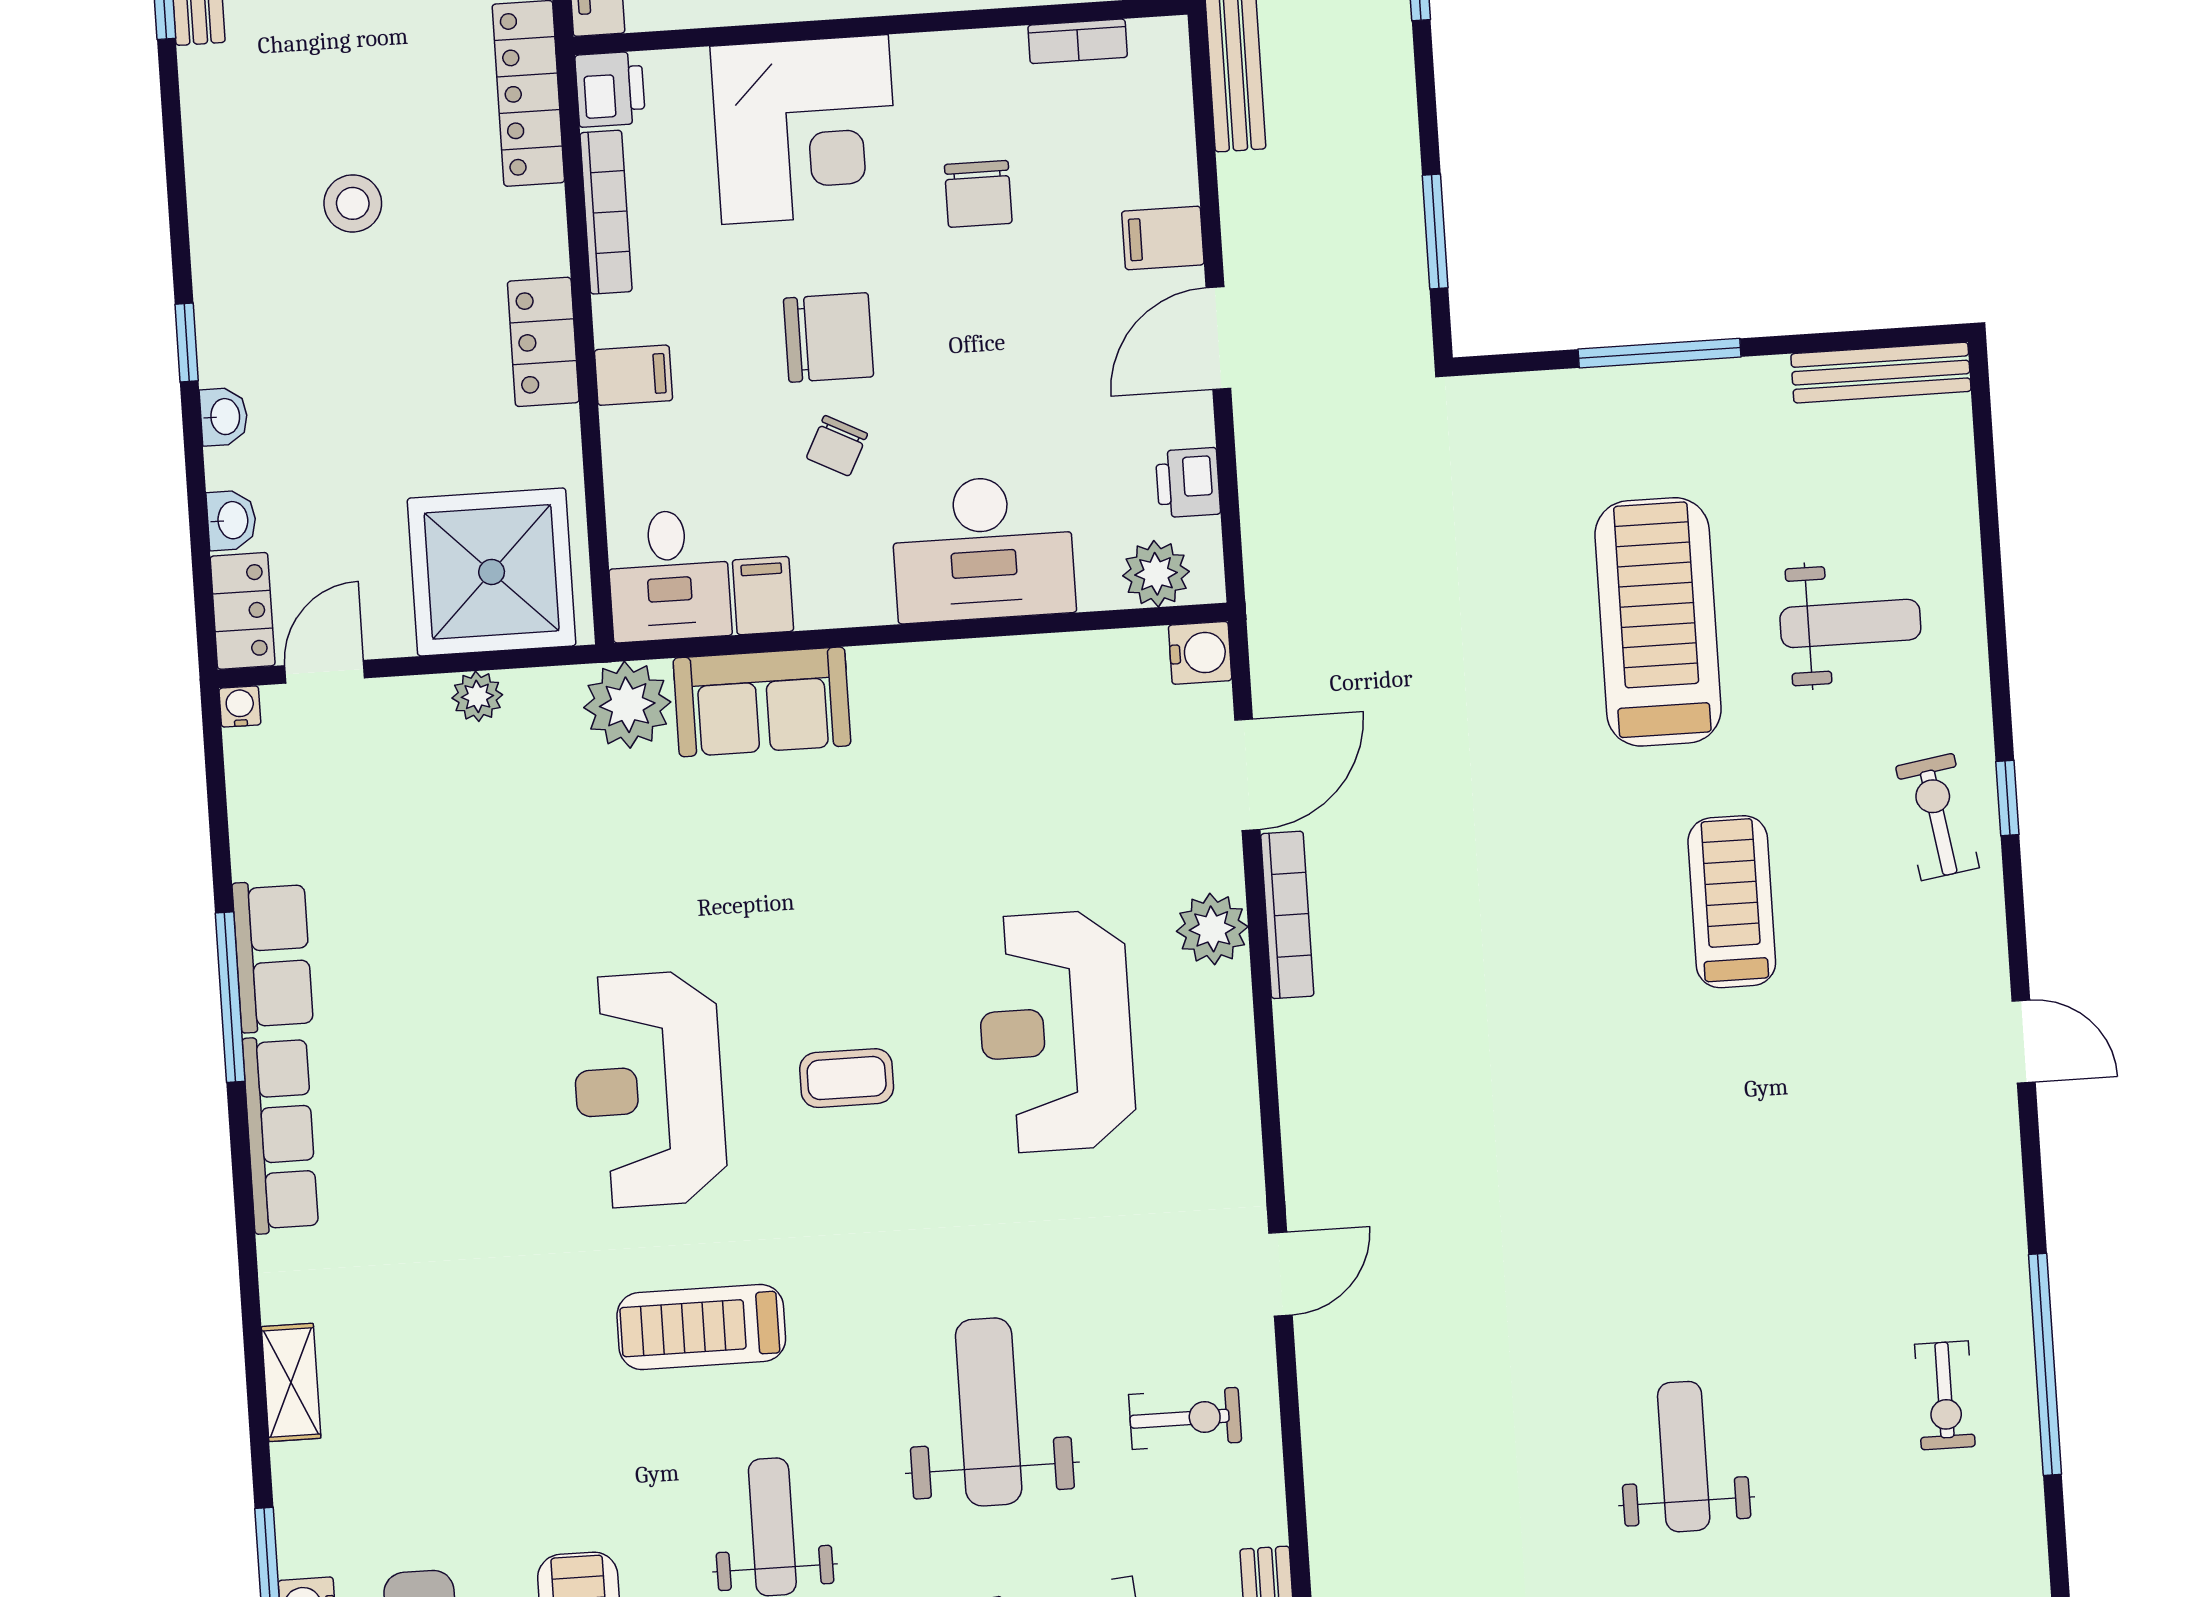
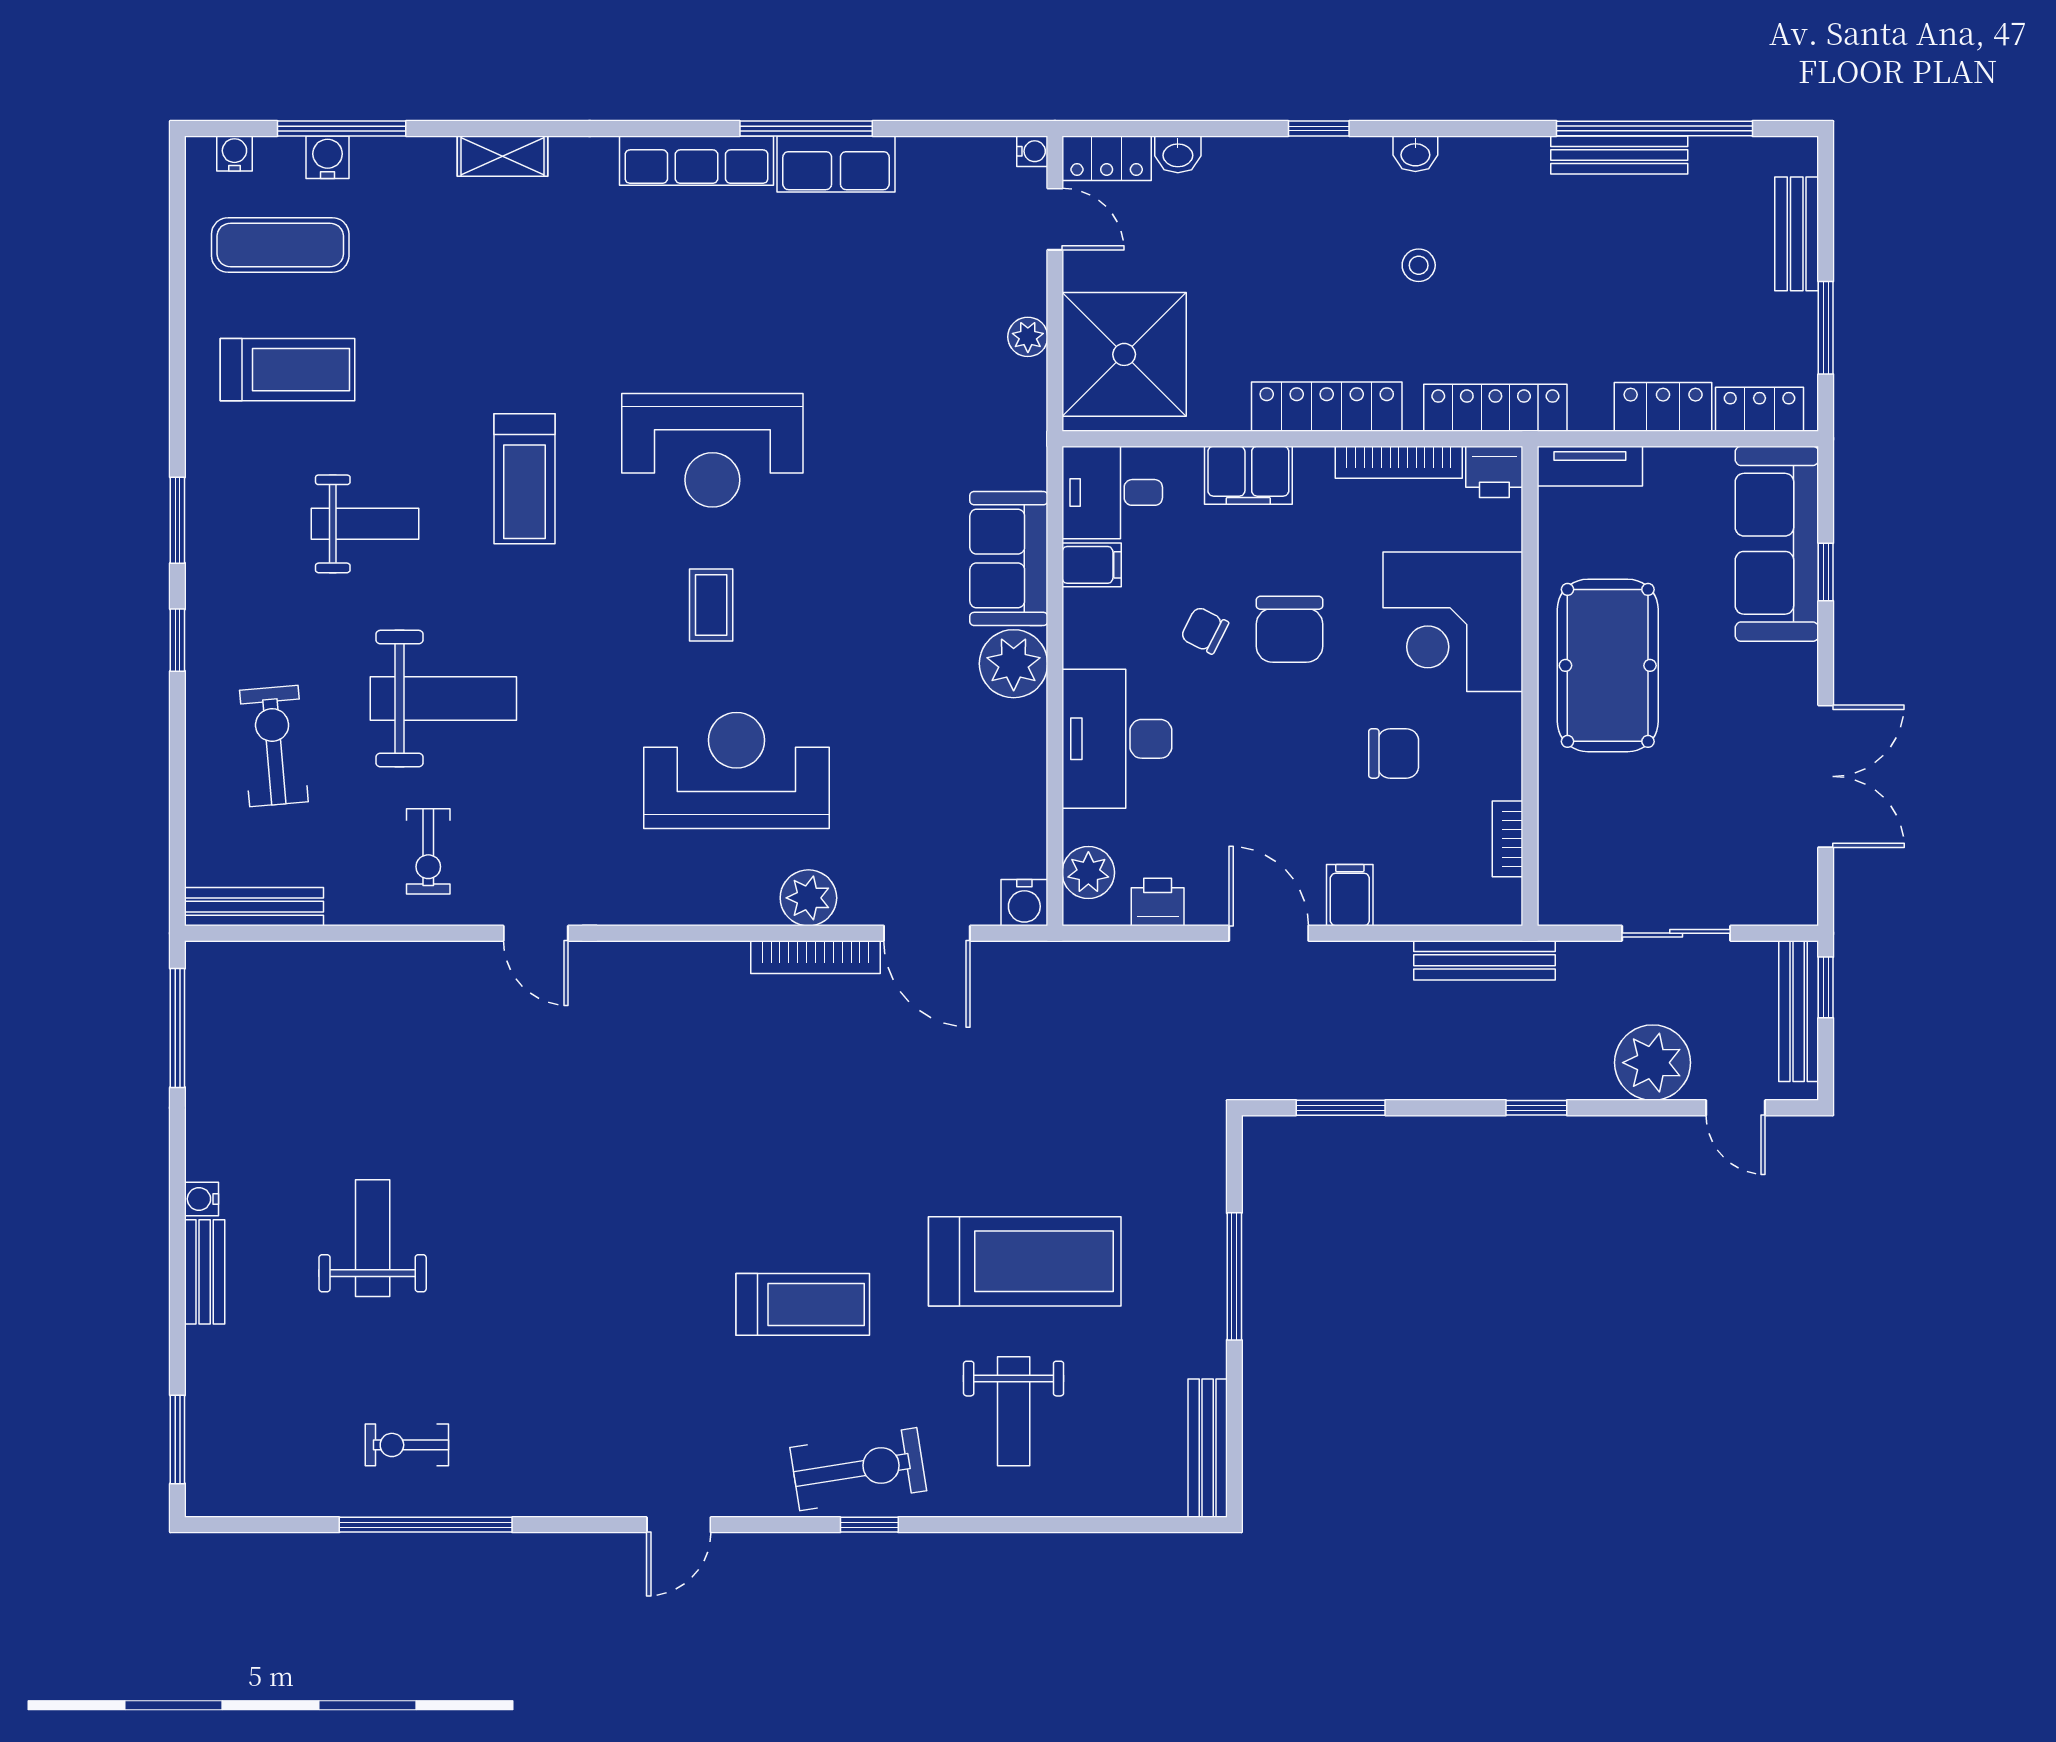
chair: (978, 194) -> (1394, 753), turned 180
stool: (353, 203) -> (1419, 265), width x0.73, depth x0.73
locker: (543, 342) -> (1327, 407), width x1.53
filing cabinet: (633, 375) -> (1248, 475), width x2.00
washbasin: (224, 417) -> (1415, 154), moved
plant: (627, 705) -> (1014, 664), moved
exercise bike: (1937, 817) -> (858, 1469), width x1.38, depth x1.39
reception desk: (649, 1090) -> (712, 450), turned 180
treadmill: (701, 1327) -> (524, 479), turned 180
weight bench: (1684, 1457) -> (373, 1238), turned -90

